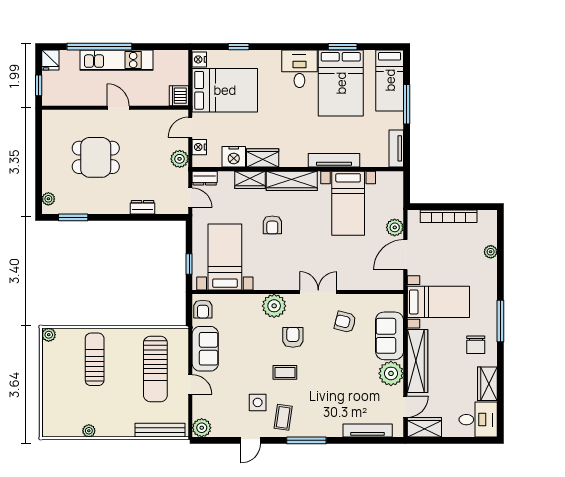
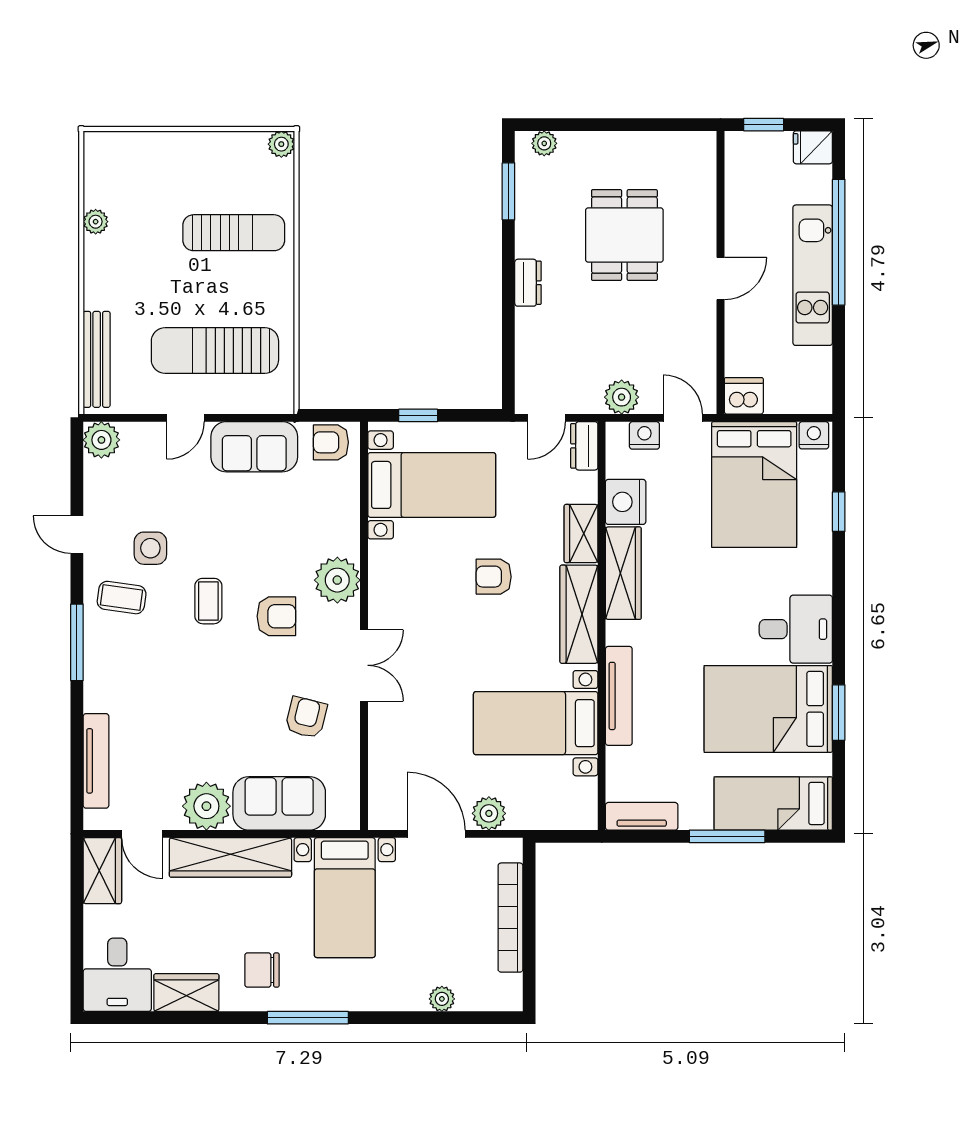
wardrobe: (263, 158) -> (623, 573), width x1.50
dresser: (143, 207) -> (528, 283), moved

